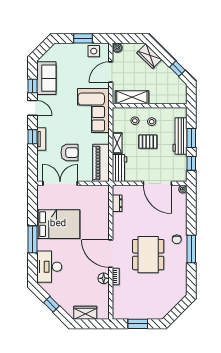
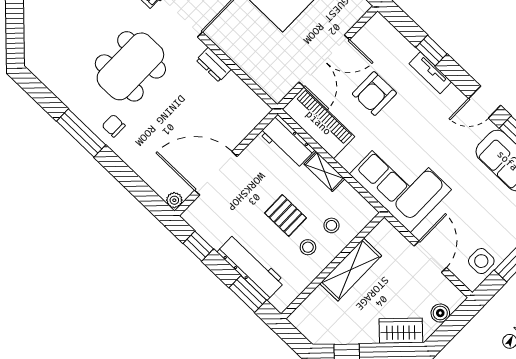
boiler: (117, 48) -> (440, 313), moved
shelving: (132, 97) -> (351, 270), moved
window: (32, 137) -> (431, 51), moved
window: (191, 138) -> (248, 294), moved
pallet: (148, 142) -> (286, 215), turned 90
double door: (60, 183) -> (324, 61), moved
dresser: (117, 203) -> (214, 65), moved
dining table: (148, 255) -> (130, 66), turned 90

